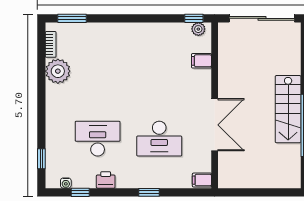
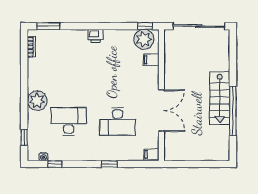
plant: (198, 29) -> (144, 39), width x1.88, depth x1.88
plant: (58, 71) -> (37, 101), moved
printer: (106, 180) -> (96, 36), moved, turned 180

